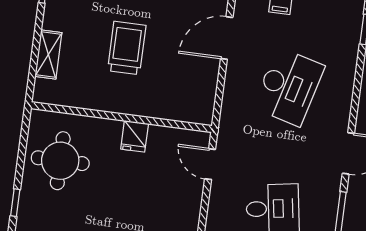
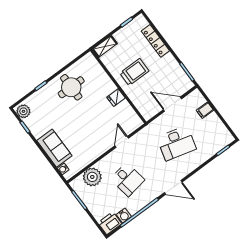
wall: (121, 117) -> (118, 86), moved
fridge: (135, 136) -> (116, 98), moved

